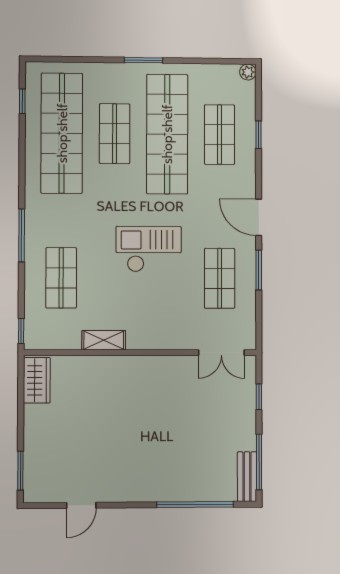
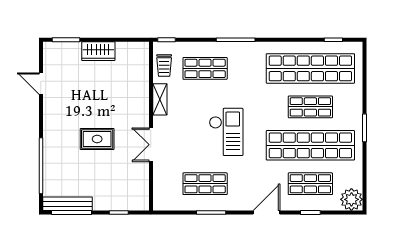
plant: (248, 72) -> (351, 199), width x1.88, depth x1.88
door: (259, 217) -> (266, 212), moved
trolley: (57, 334) -> (164, 65), added
double door: (221, 353) -> (151, 145), moved
wardrobe: (37, 380) -> (98, 51), moved
rug: (158, 427) -> (97, 139), added
bench: (247, 477) -> (68, 204), width x1.36

